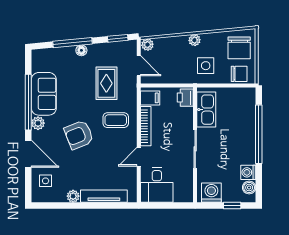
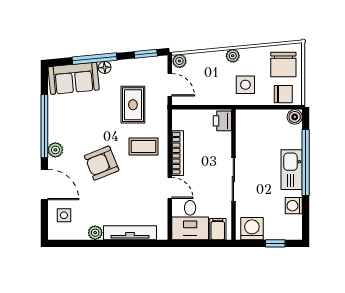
sofa: (44, 94) -> (74, 78), moved, turned 85
filing cabinet: (150, 98) -> (218, 229), moved, turned -90
kitchen sink: (206, 110) -> (292, 170), moved, turned 180
door: (139, 157) -> (170, 188), swing flipped
boiler: (249, 188) -> (295, 117), moved

